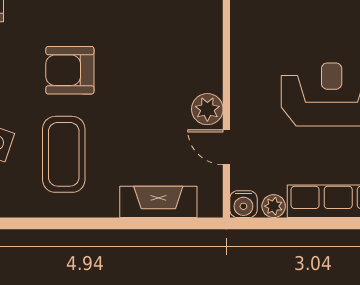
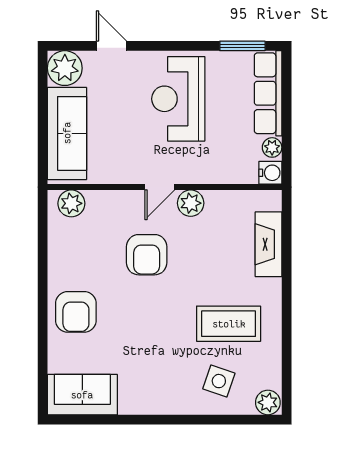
armchair: (70, 70) -> (147, 255), moved
door: (226, 147) -> (160, 187), moved

